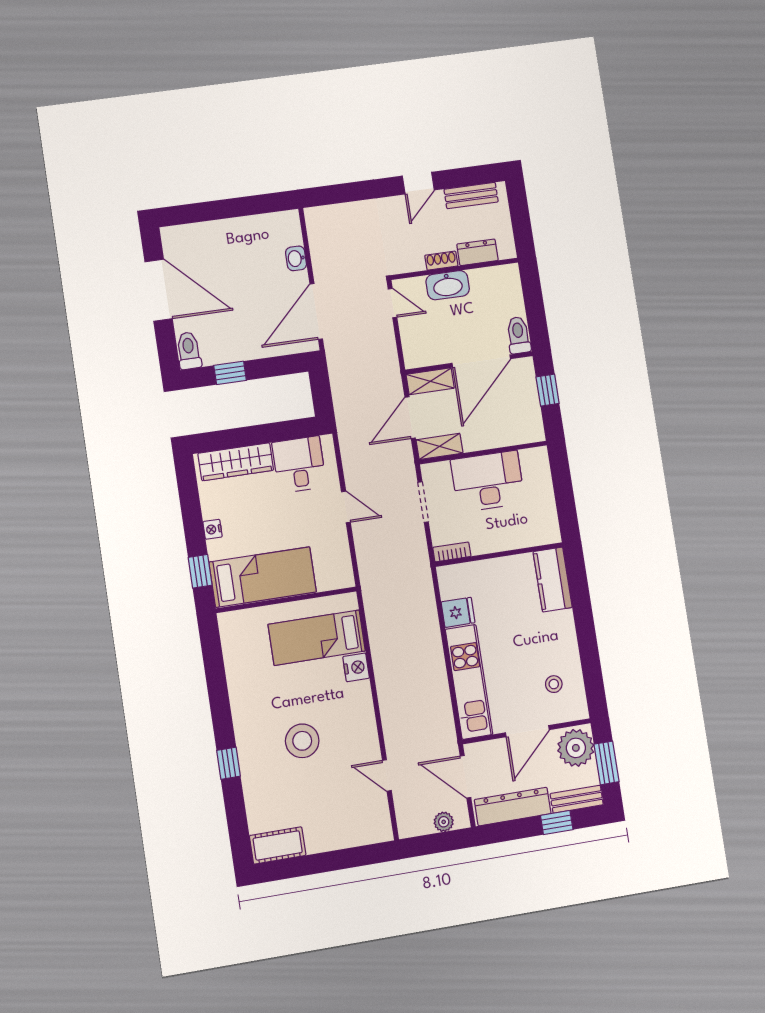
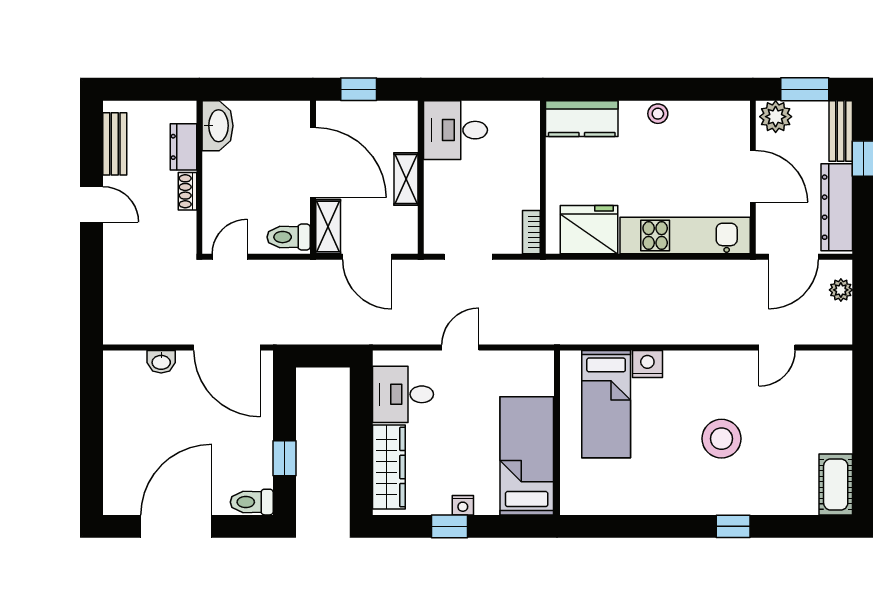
washbasin: (448, 285) -> (218, 126), moved
toilet: (518, 335) -> (289, 237), moved
shelving: (440, 446) -> (406, 179), moved
desk: (488, 481) -> (455, 130), moved, width x0.73
window: (200, 571) -> (449, 526), moved
fridge: (458, 612) -> (589, 230), width x1.88, depth x1.34
stool: (554, 684) -> (658, 114), moved
plant: (576, 748) -> (776, 117), width x0.73, depth x0.73

